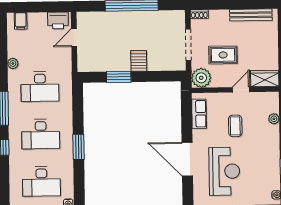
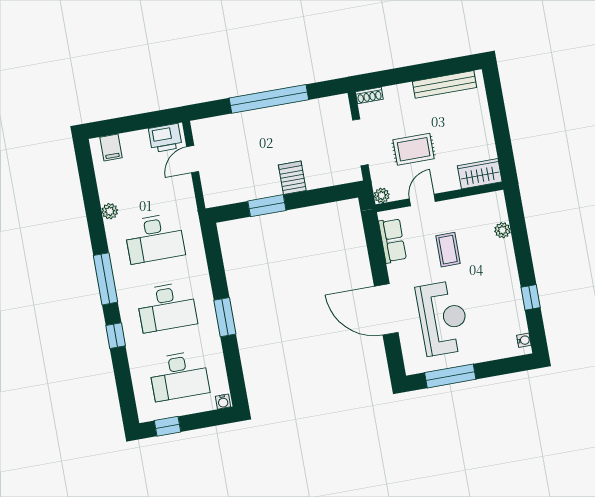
plant: (201, 78) -> (382, 195), width x0.53, depth x0.53
door: (241, 90) -> (422, 200), moved

